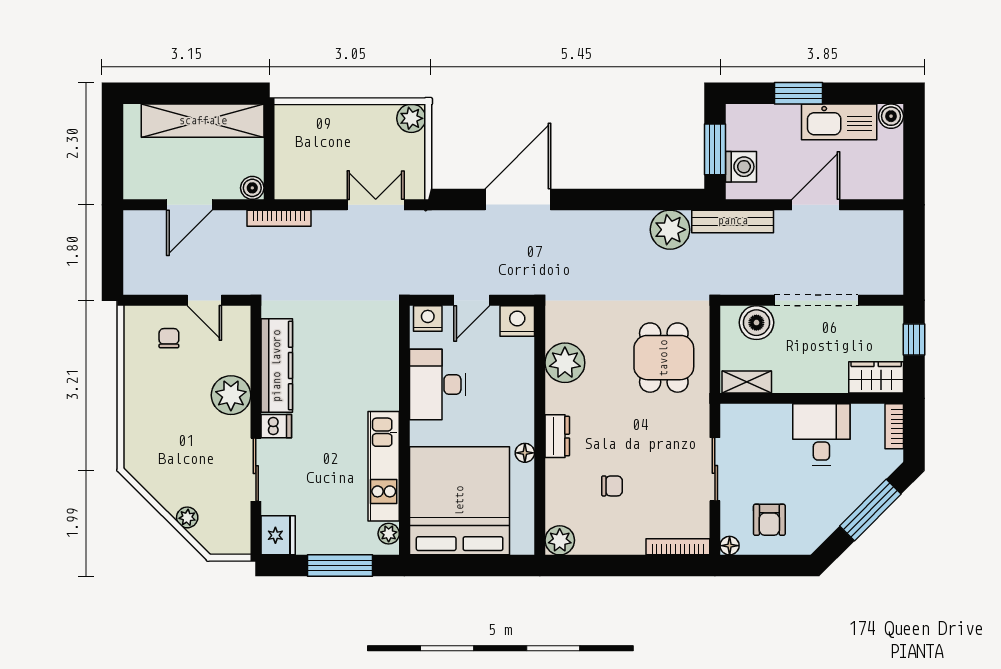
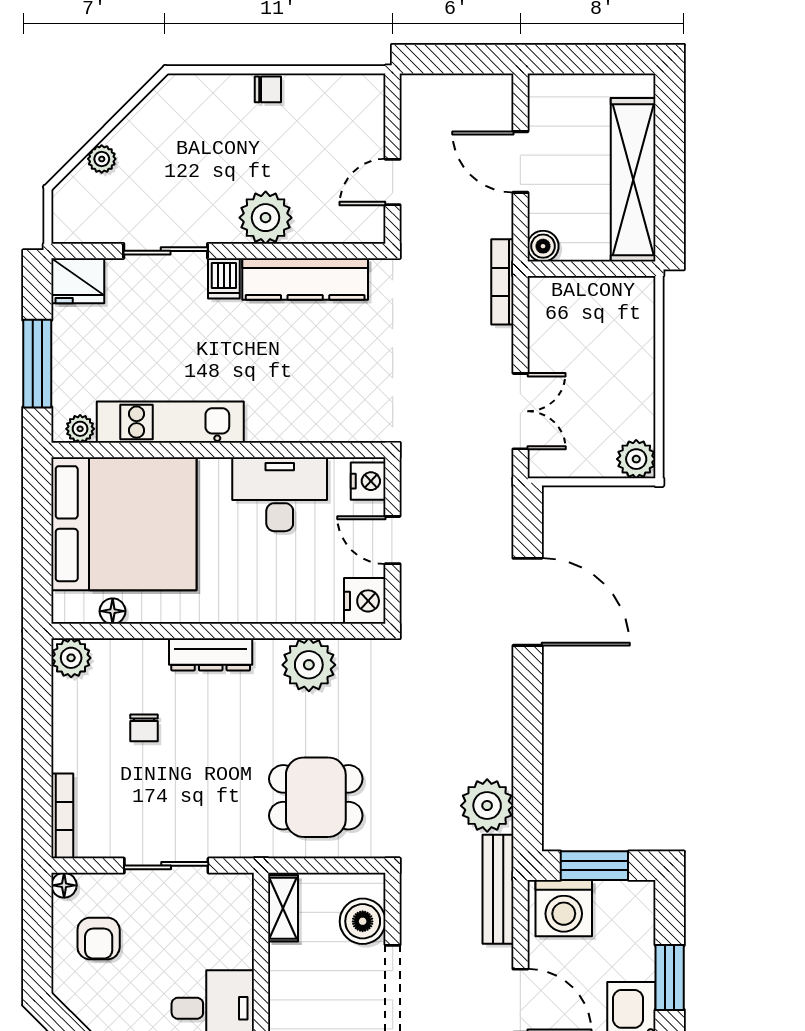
washing machine: (741, 167) -> (564, 908), width x1.37, depth x1.37
chair: (169, 338) -> (268, 89), moved
dresser: (557, 436) -> (211, 654), width x1.44
floor lamp: (525, 453) -> (113, 611), moved
armchair: (769, 520) -> (99, 938), turned -90

